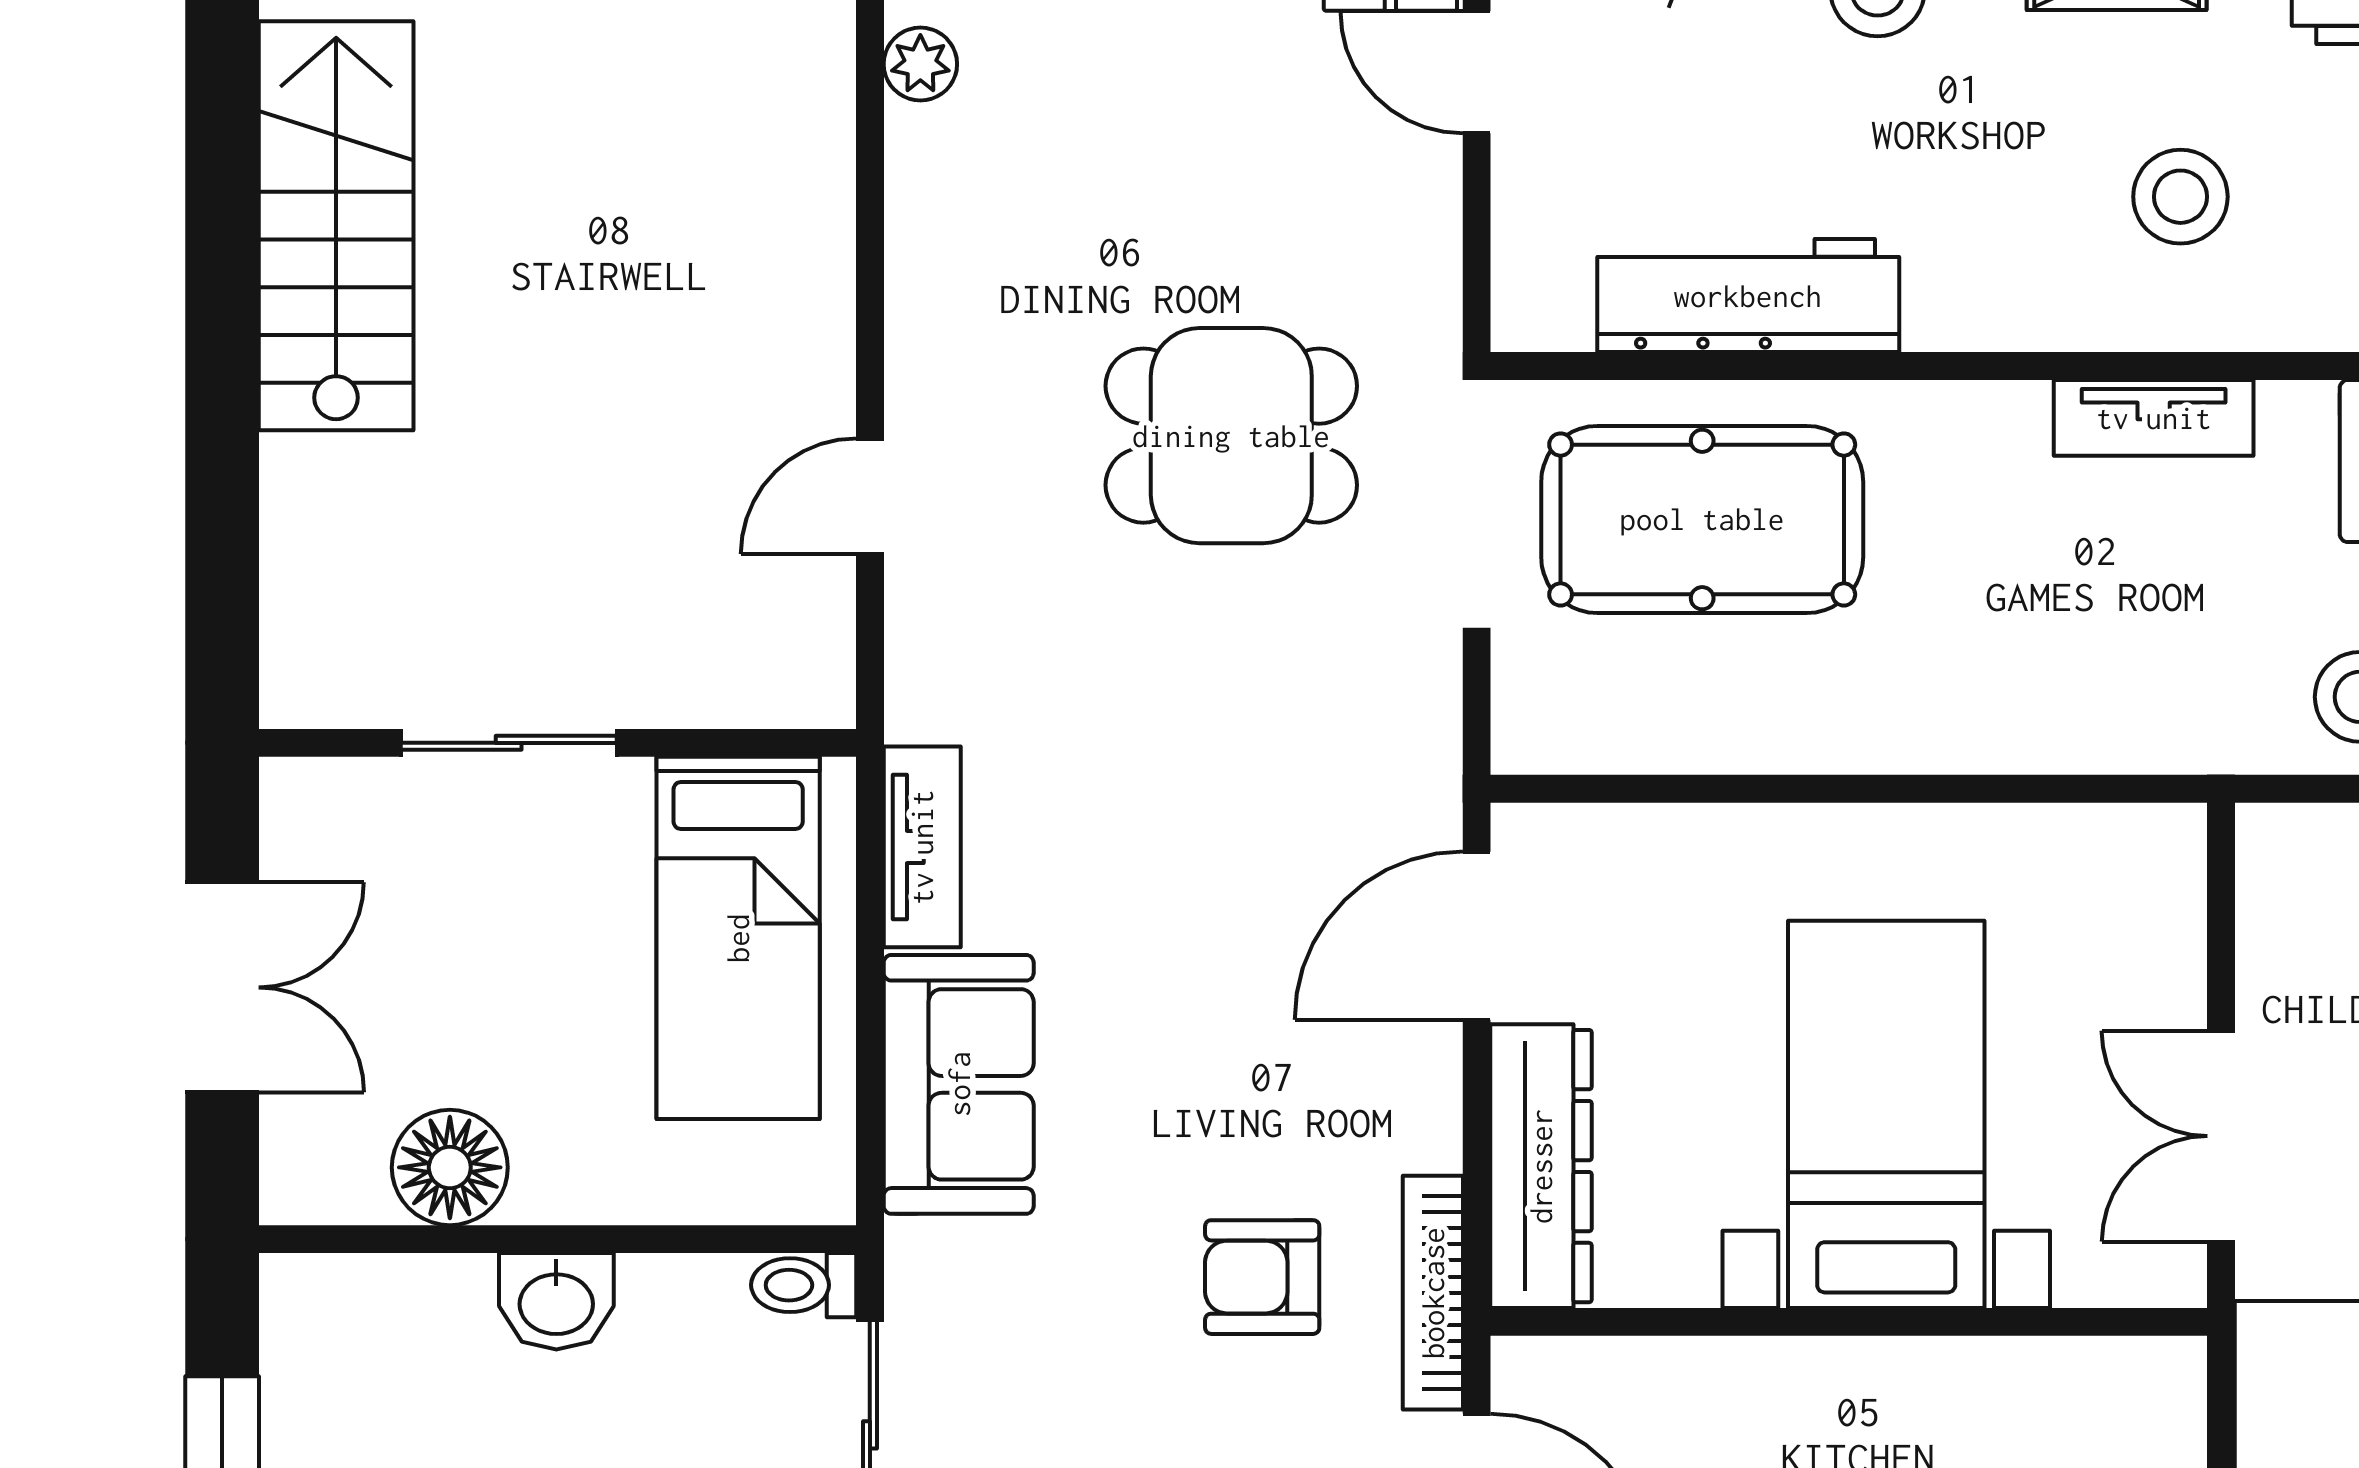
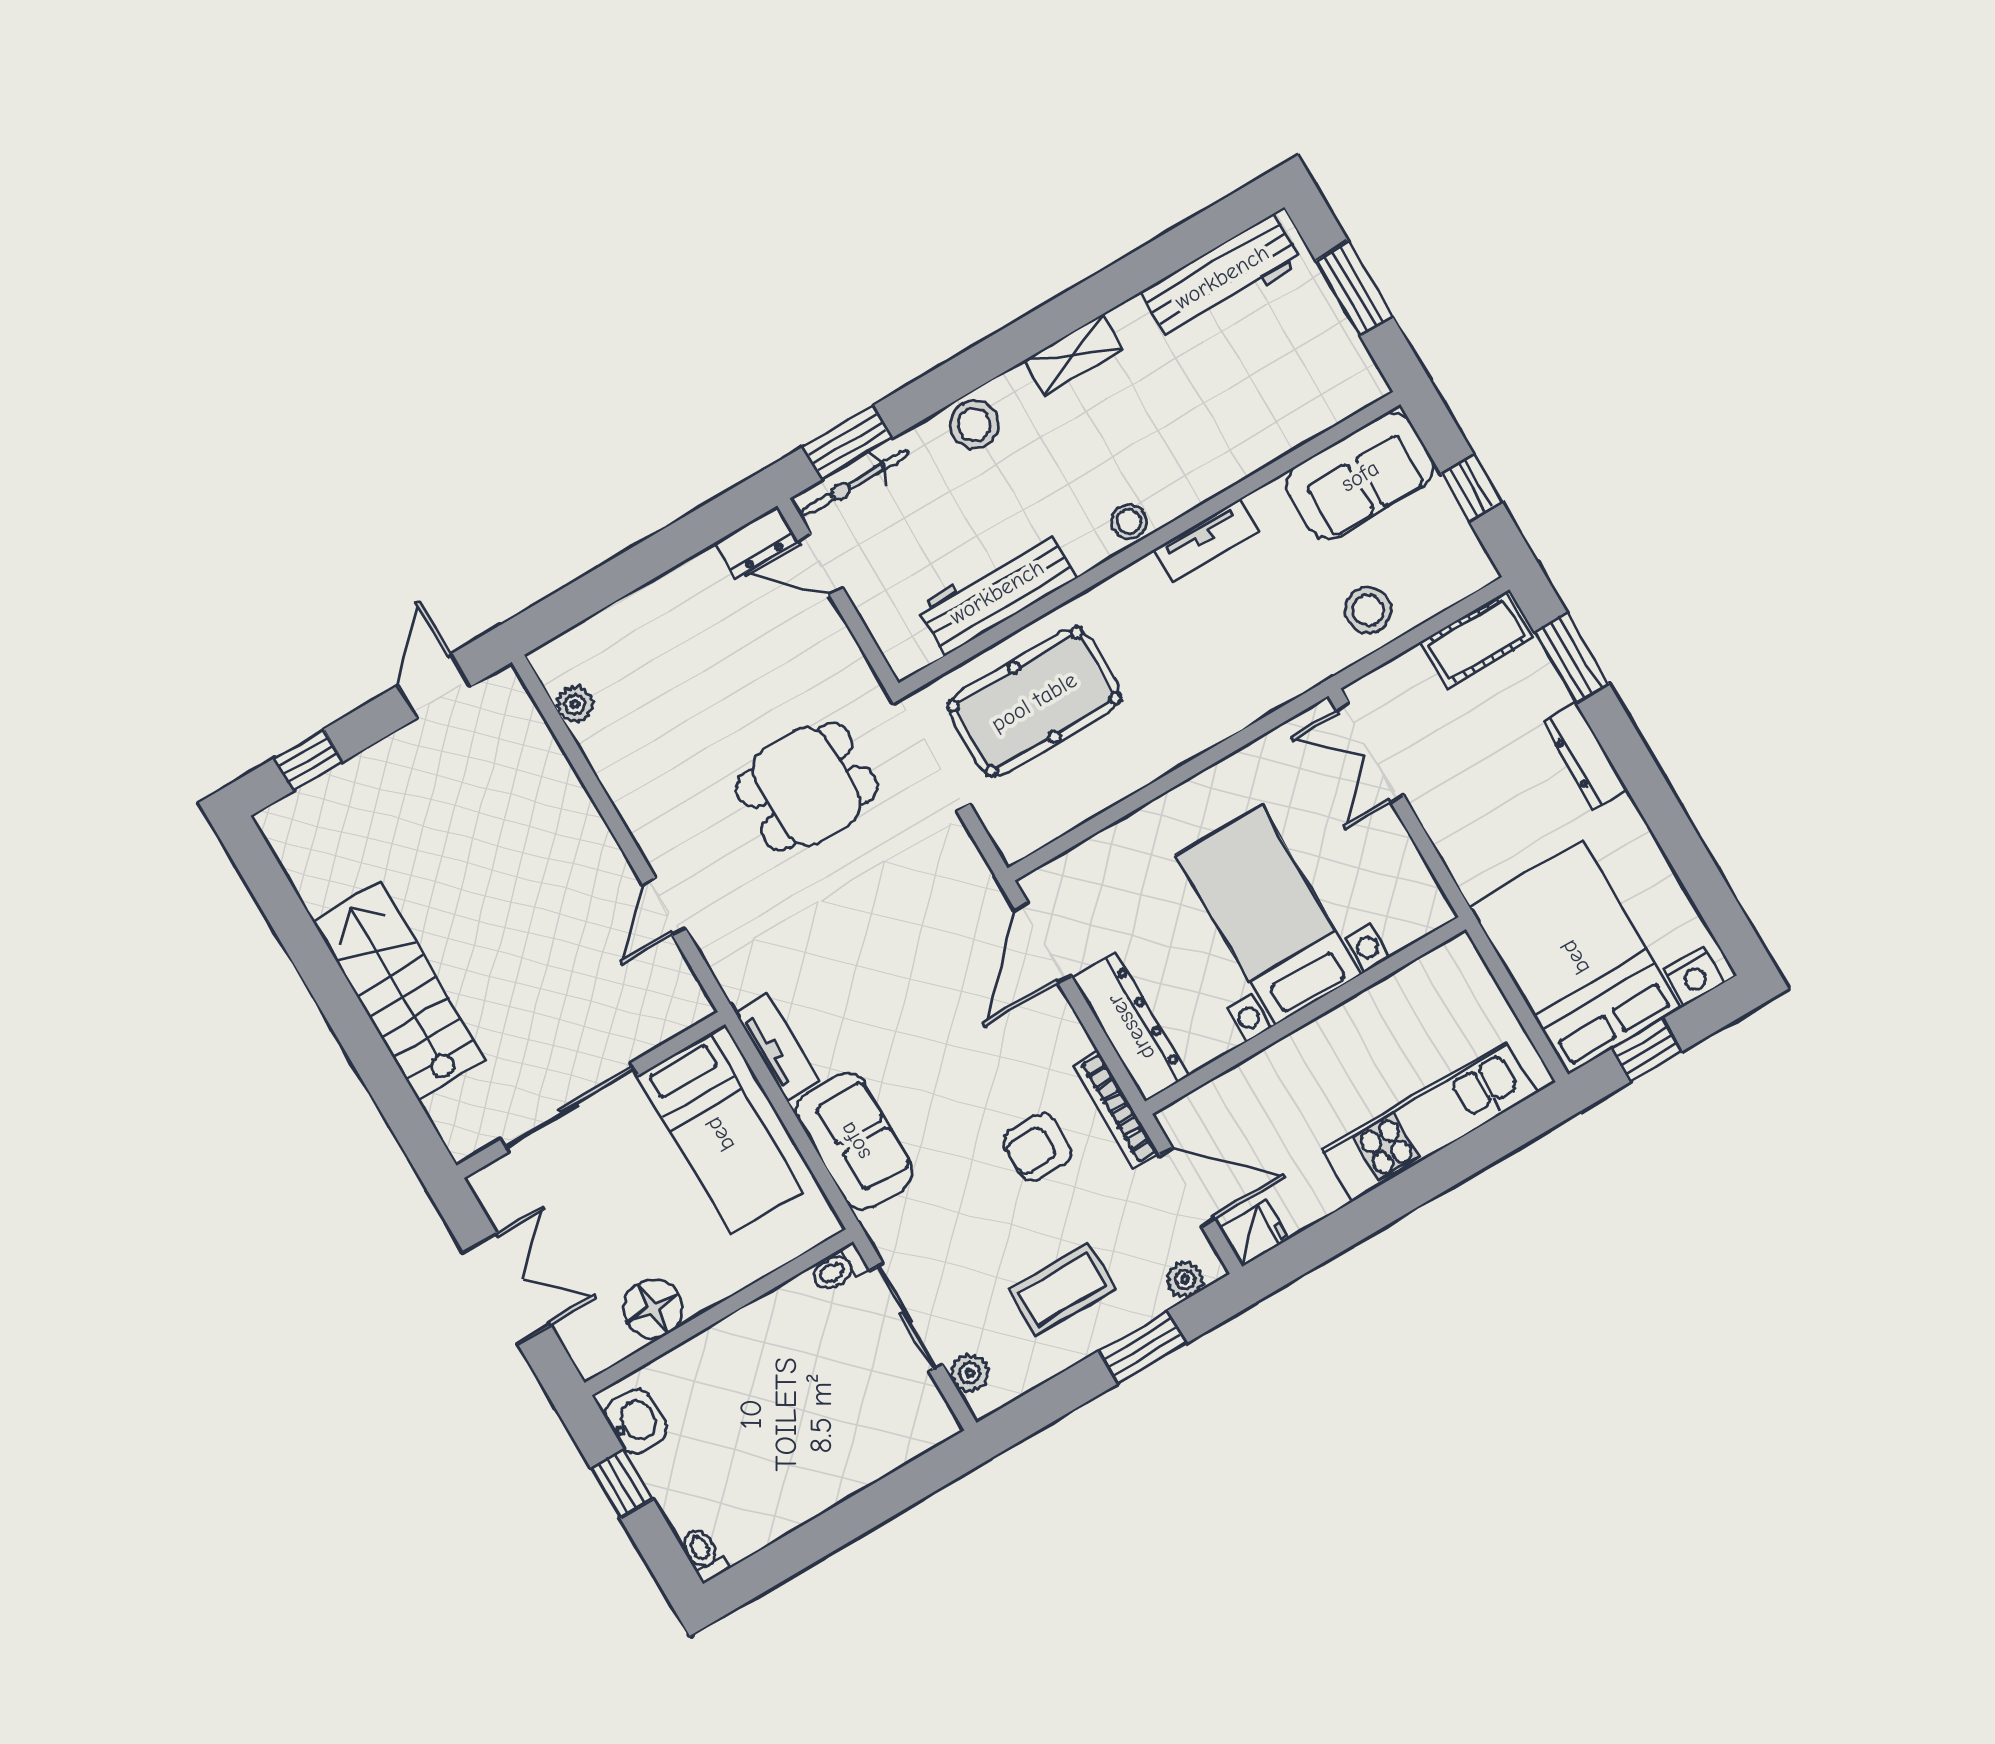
stool: (2180, 197) -> (1129, 522), moved, width x0.73, depth x0.73
stairs: (336, 226) -> (399, 991), moved
sliding door: (509, 743) -> (569, 1108), width x1.37
double door: (2221, 1136) -> (1370, 752), moved
washbasin: (556, 1301) -> (636, 1422), moved, turned -90

